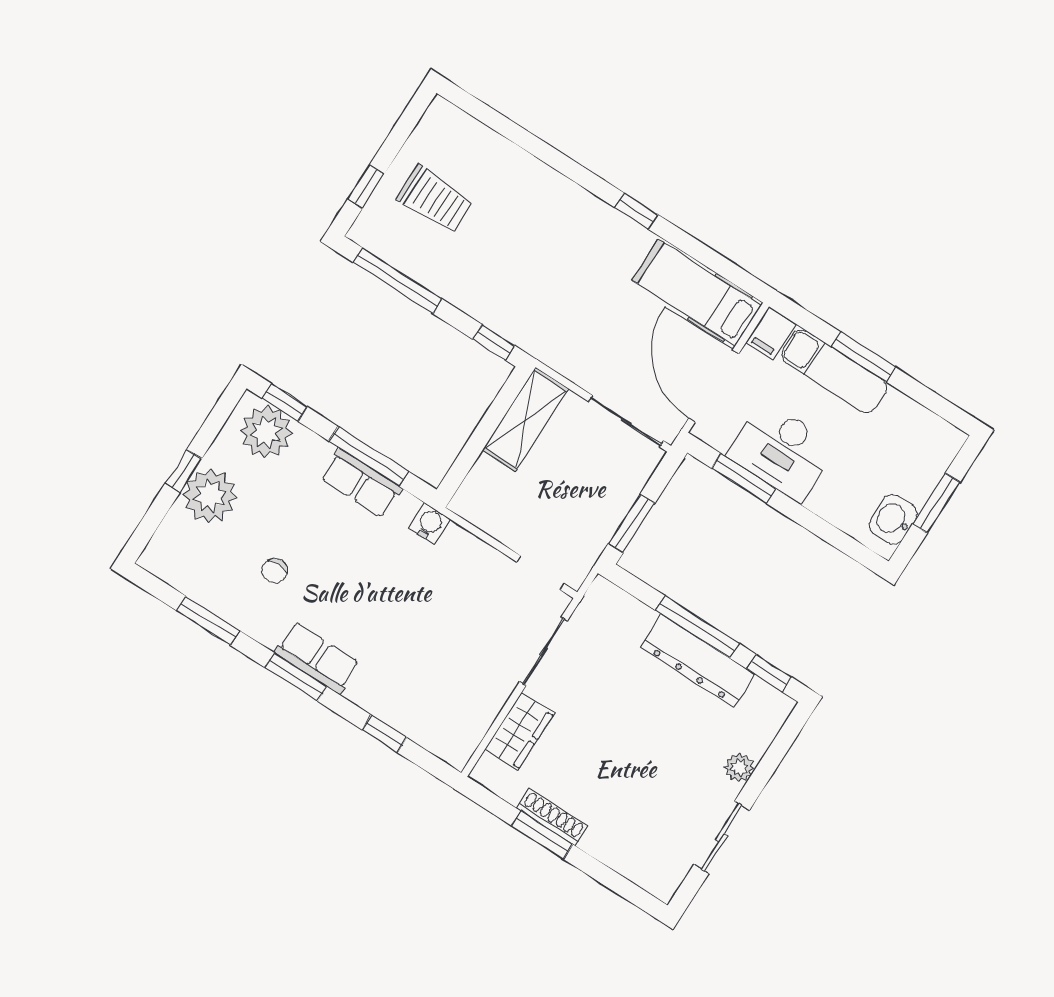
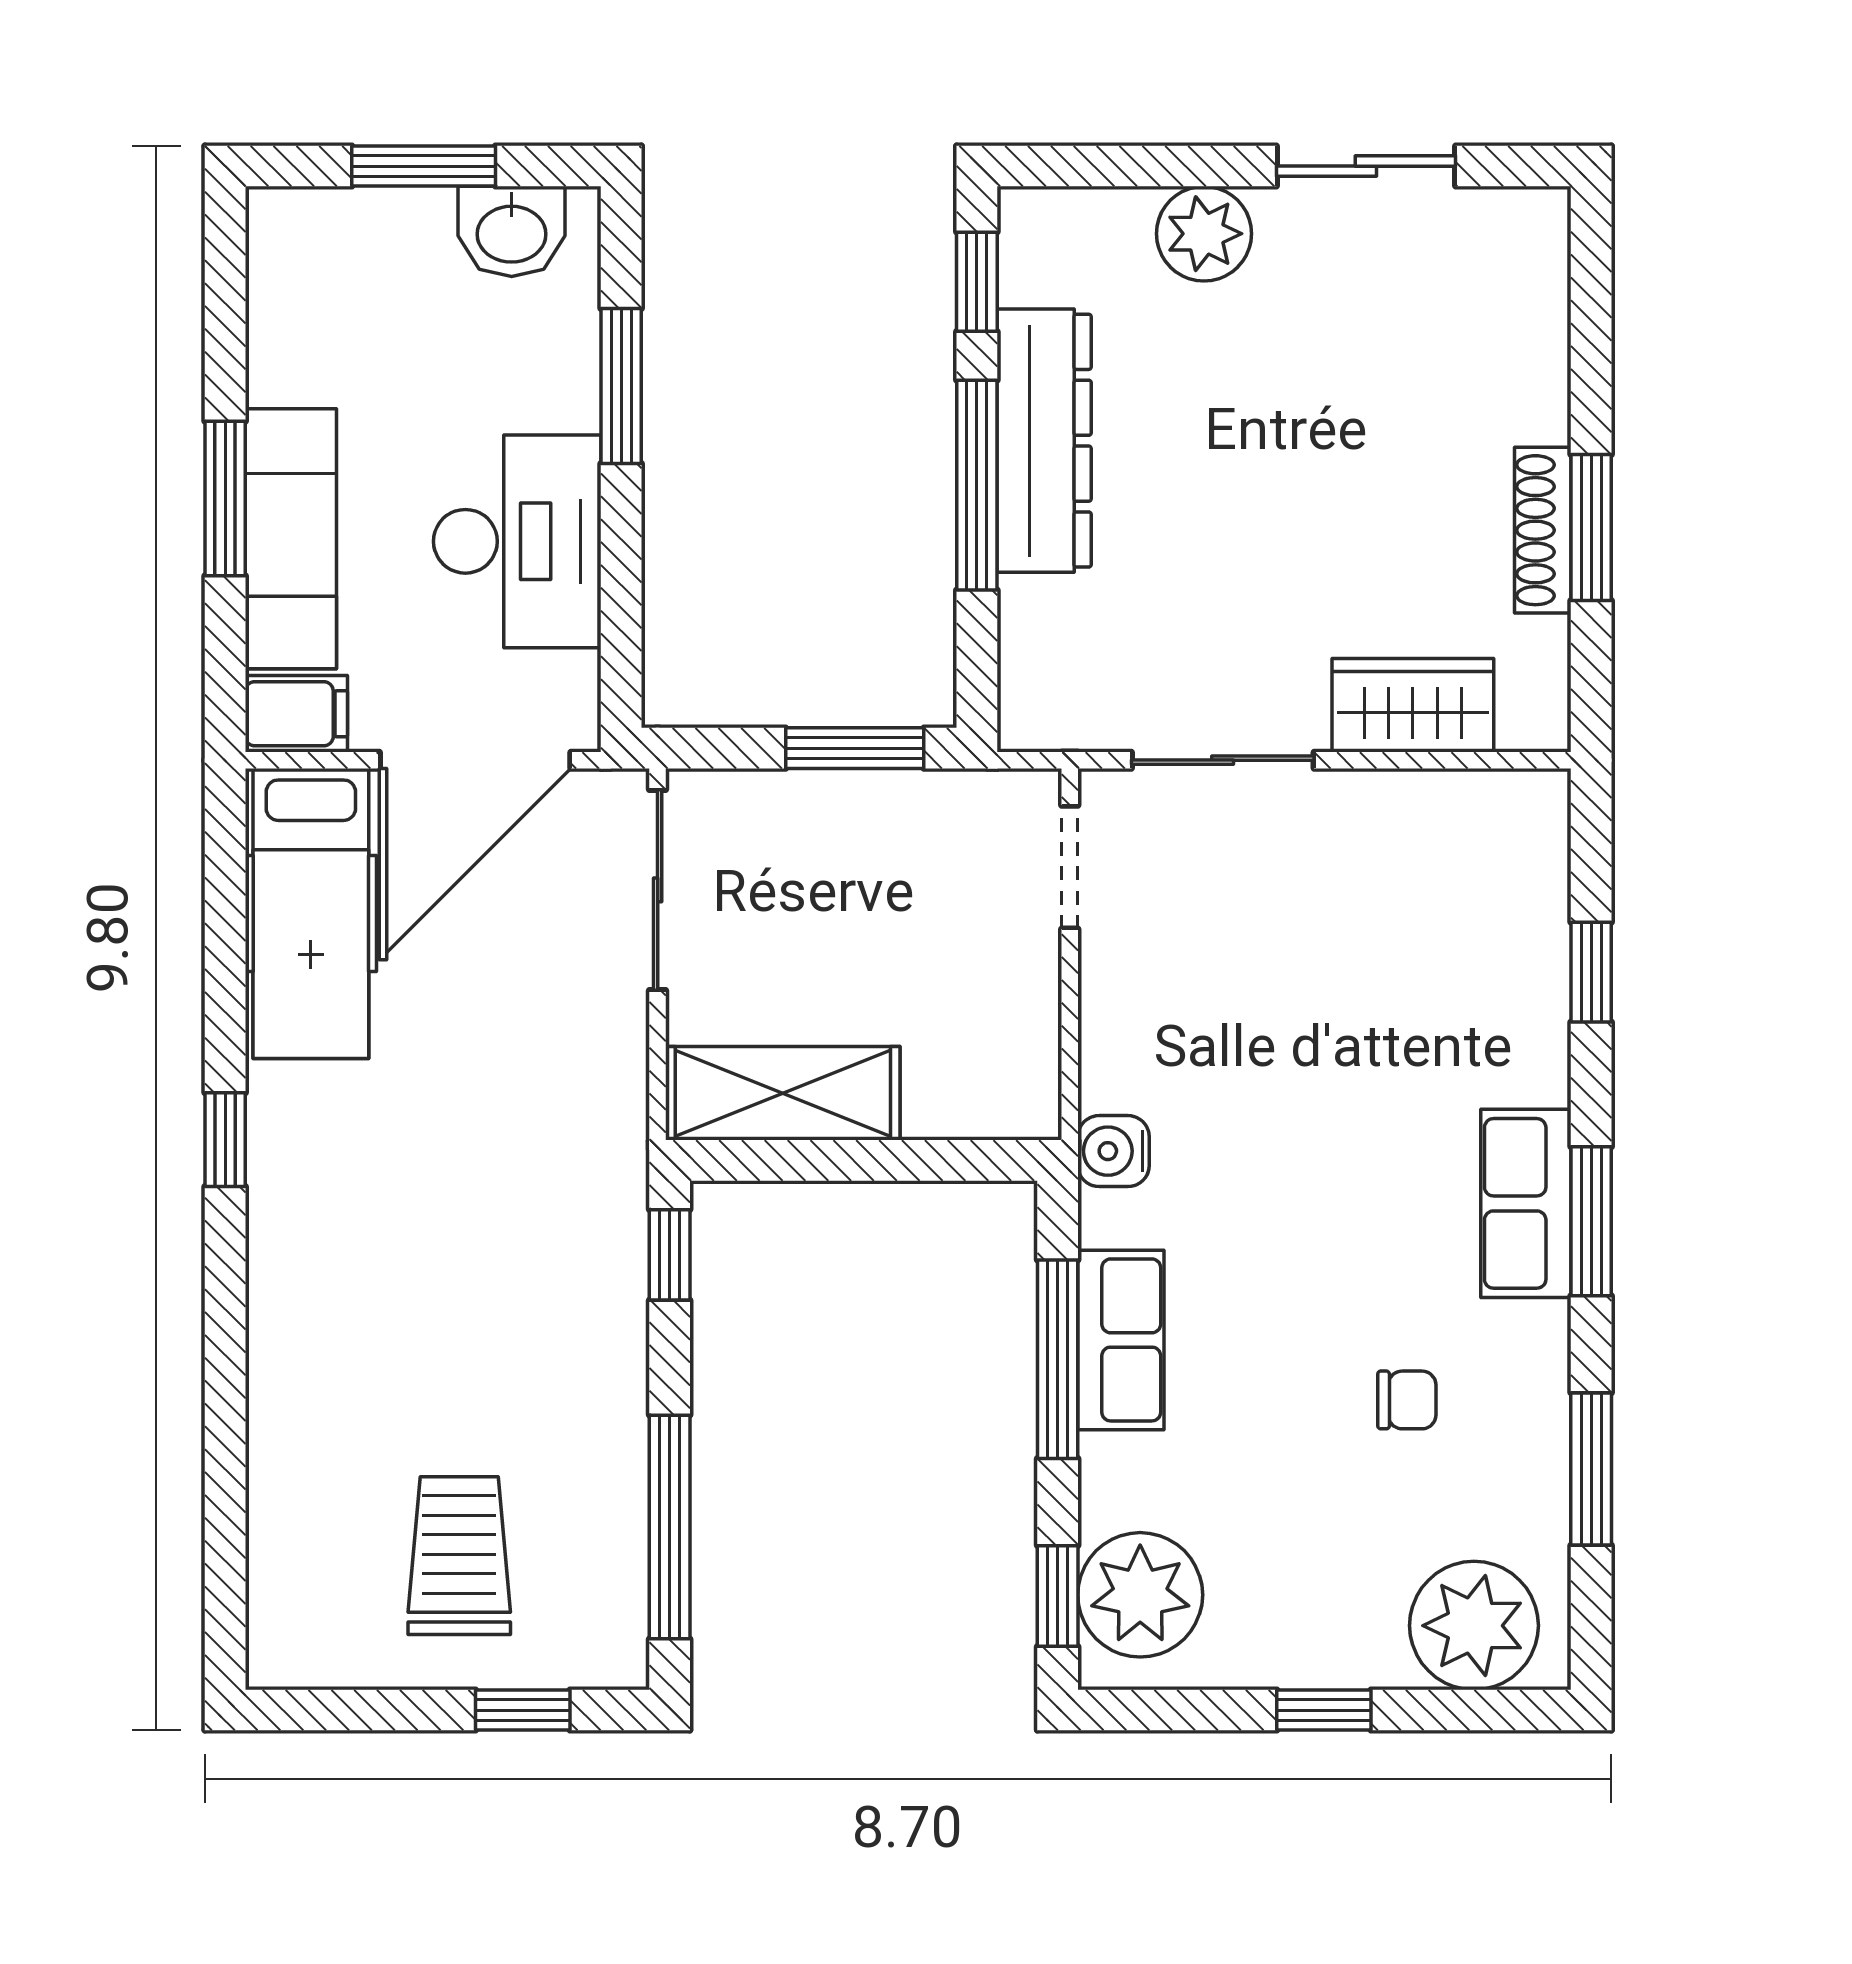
window: (744, 478) -> (621, 386), moved
plant: (210, 496) -> (1474, 1626), moved
plant: (739, 768) -> (1204, 234), width x1.38, depth x1.38

